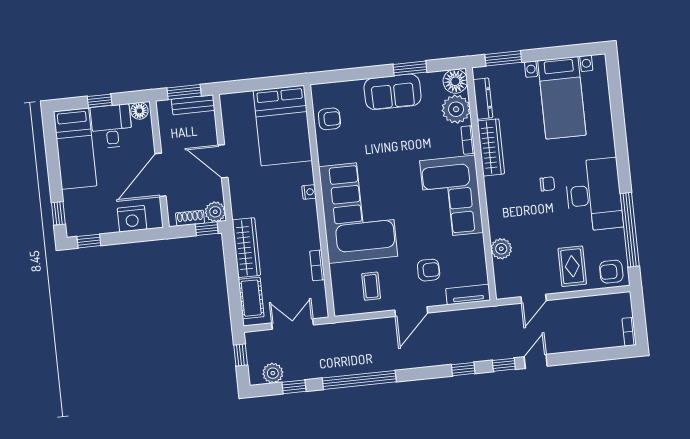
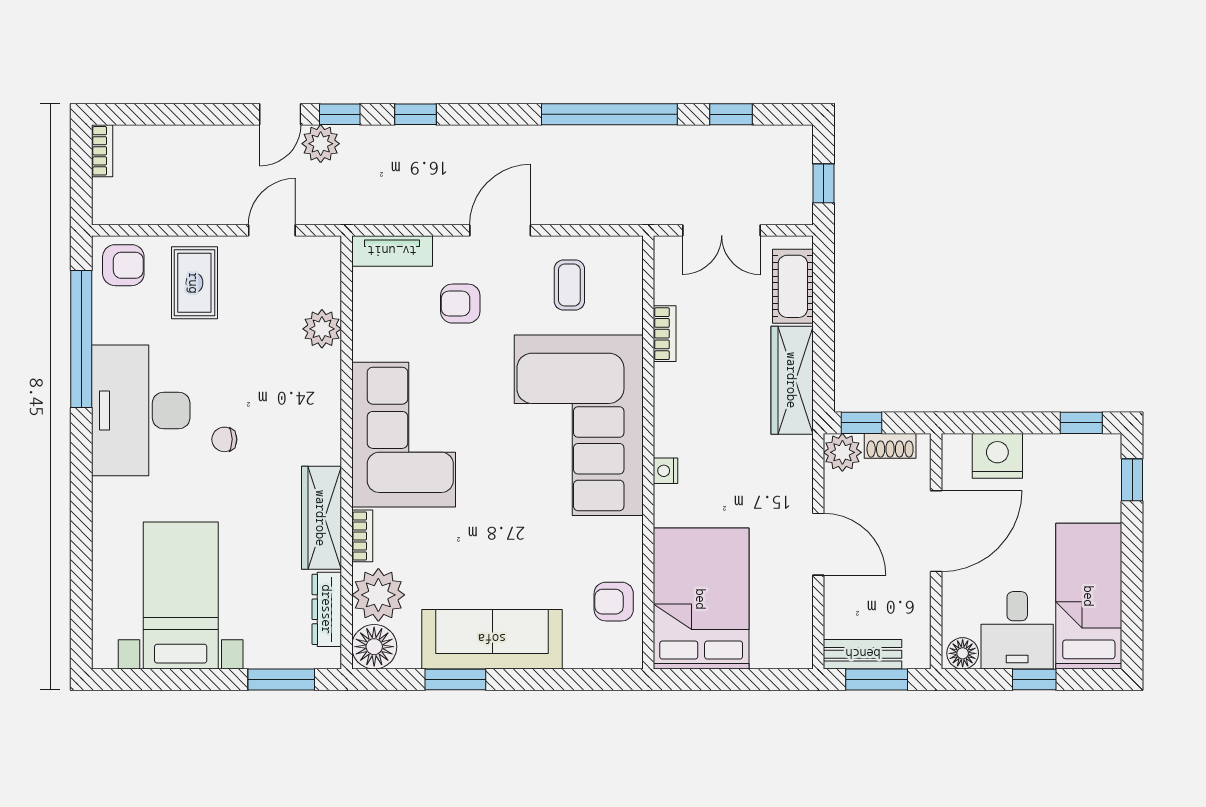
sofa: (393, 92) -> (492, 639), width x1.36
plant: (273, 373) -> (321, 144), moved

